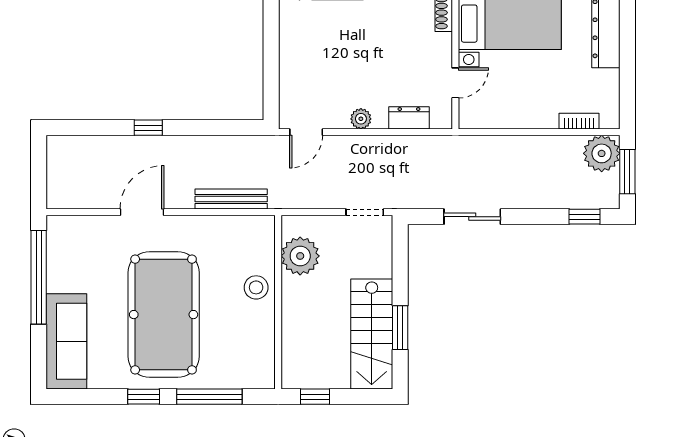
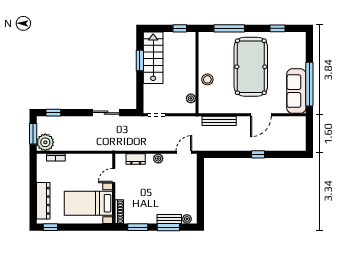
plant: (300, 256) -> (191, 98), width x0.53, depth x0.53
sofa: (66, 341) -> (296, 91), moved
window: (144, 397) -> (277, 28), moved

